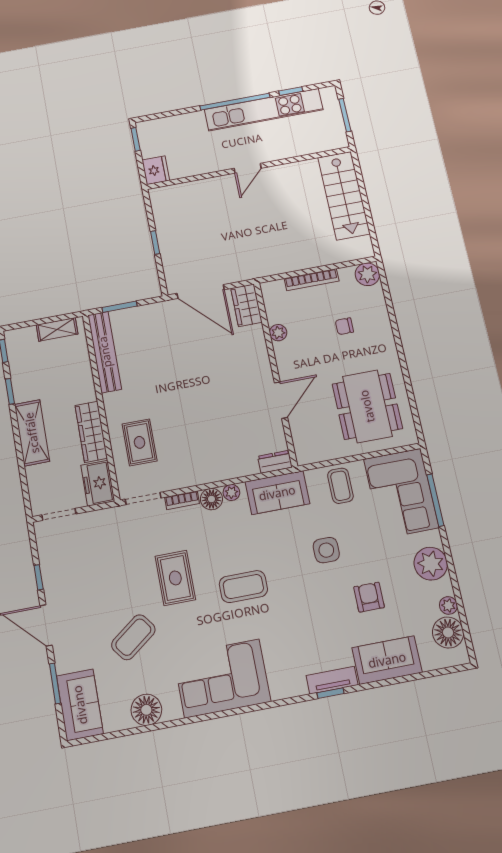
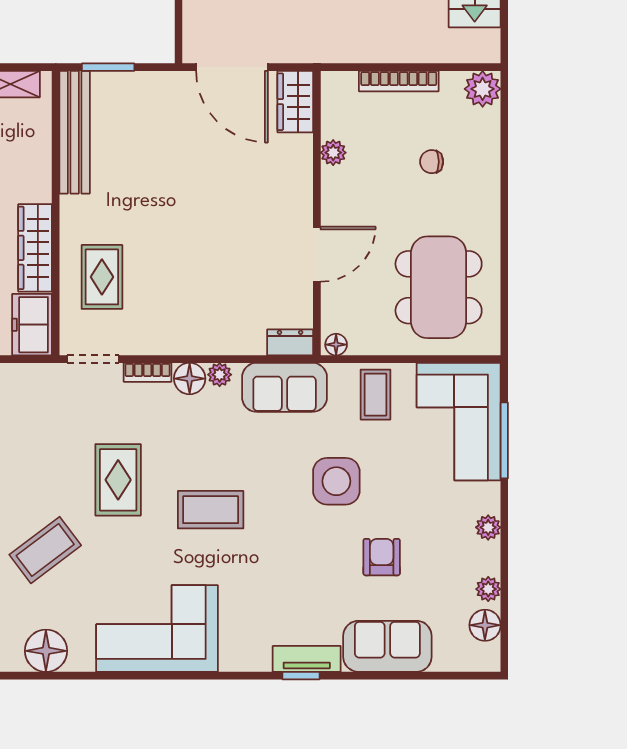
floor lamp: (306, 457) -> (336, 345), added
side table: (326, 550) -> (336, 481), width x1.37, depth x1.37
plant: (431, 564) -> (488, 527), width x0.53, depth x0.53
floor lamp: (448, 633) -> (485, 625), width x0.73, depth x0.73

